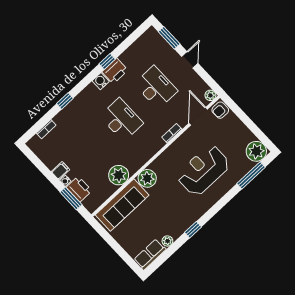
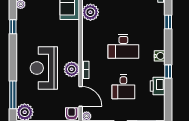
printer: (115, 71) -> (158, 86), moved
desk: (156, 87) -> (123, 87), width x0.73
reception desk: (203, 170) -> (44, 68), turned 180
plant: (147, 178) -> (72, 69), moved

